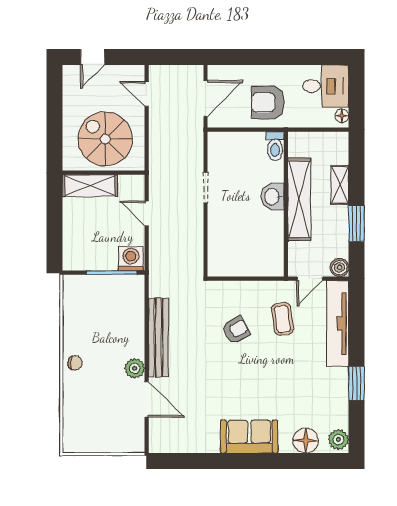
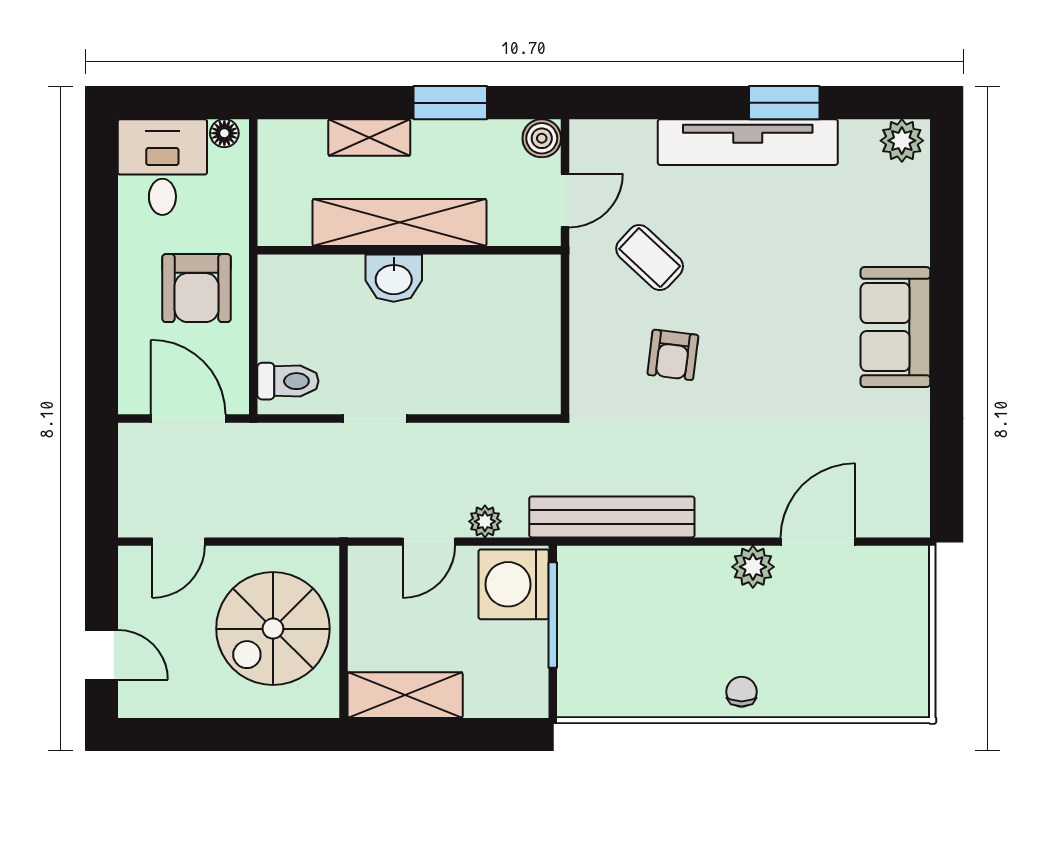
toilet: (275, 146) -> (288, 381), moved
shelving: (90, 186) -> (405, 695), moved, turned 90
plant: (156, 240) -> (485, 521), added
washing machine: (131, 259) -> (514, 584), width x1.37, depth x1.37
door: (310, 279) -> (565, 200), hinge flipped
coffee table: (282, 319) -> (650, 258), turned 51
tv unit: (338, 323) -> (748, 142), moved
armchair: (236, 330) -> (673, 355), turned -144
bench: (158, 338) -> (612, 517), moved
floor lamp: (306, 441) -> (904, 209), removed

